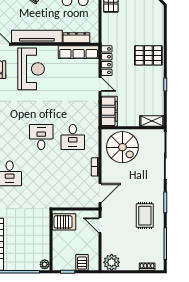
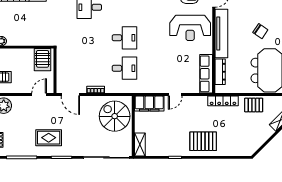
pallet: (148, 55) -> (203, 141), turned 90
locker: (107, 61) -> (223, 101), moved
desk: (73, 137) -> (124, 68), turned 180
spiral stairs: (122, 147) -> (115, 116), turned 90

